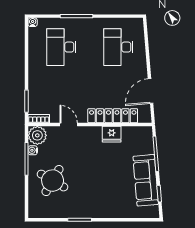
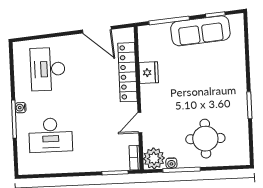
water cooler: (33, 22) -> (21, 108), moved
desk: (118, 47) -> (48, 69), turned 90
round table: (53, 181) -> (205, 139), turned -30

